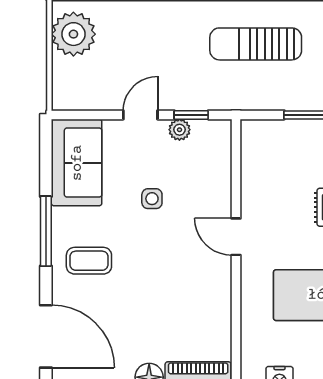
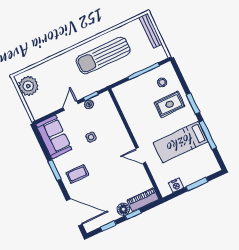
sun lounger: (256, 44) -> (103, 56), width x1.36, depth x1.34
window: (46, 231) -> (54, 170), width x0.69
door: (236, 237) -> (141, 156), moved

